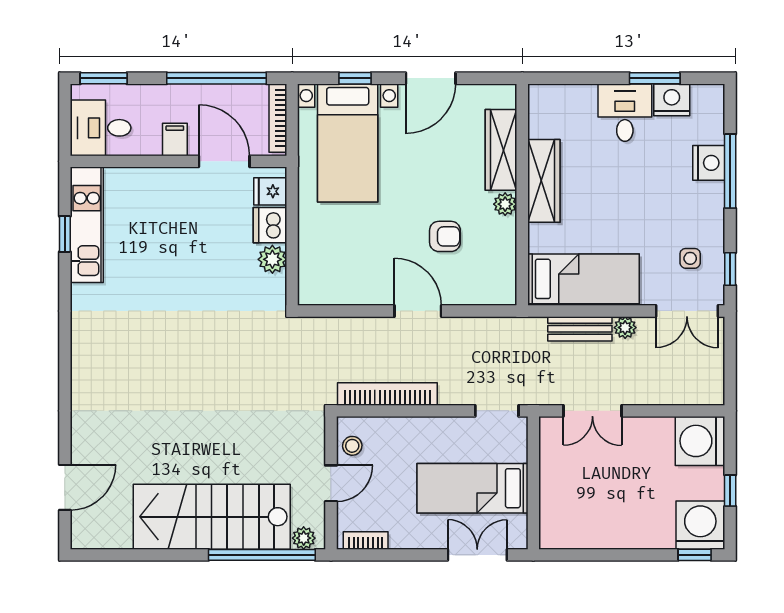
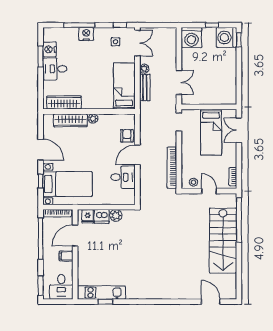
nightstand: (709, 163) -> (86, 34), moved
wardrobe: (544, 181) -> (64, 103), moved
armchair: (445, 236) -> (127, 136), moved
desk: (364, 276) -> (123, 177), added
plant: (304, 538) -> (232, 202), removed

